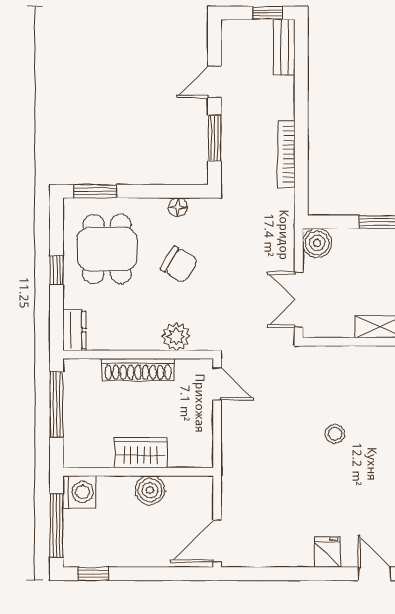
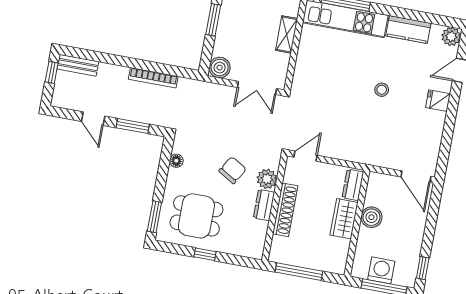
chair: (179, 264) -> (233, 170), moved
dresser: (74, 330) -> (264, 205), moved, turned -90
stool: (335, 434) -> (382, 90), moved
dresser: (190, 456) -> (353, 185), added
washing machine: (79, 492) -> (381, 270), moved

